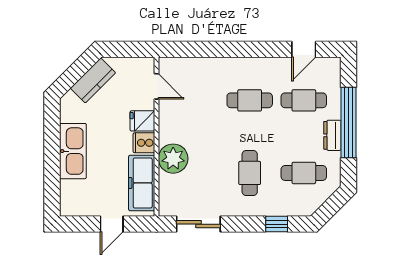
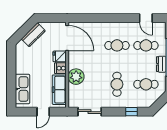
door: (304, 49) -> (146, 18), hinge flipped
door: (157, 86) -> (67, 38), width x1.87
kitchen sink: (73, 151) -> (22, 89), moved

